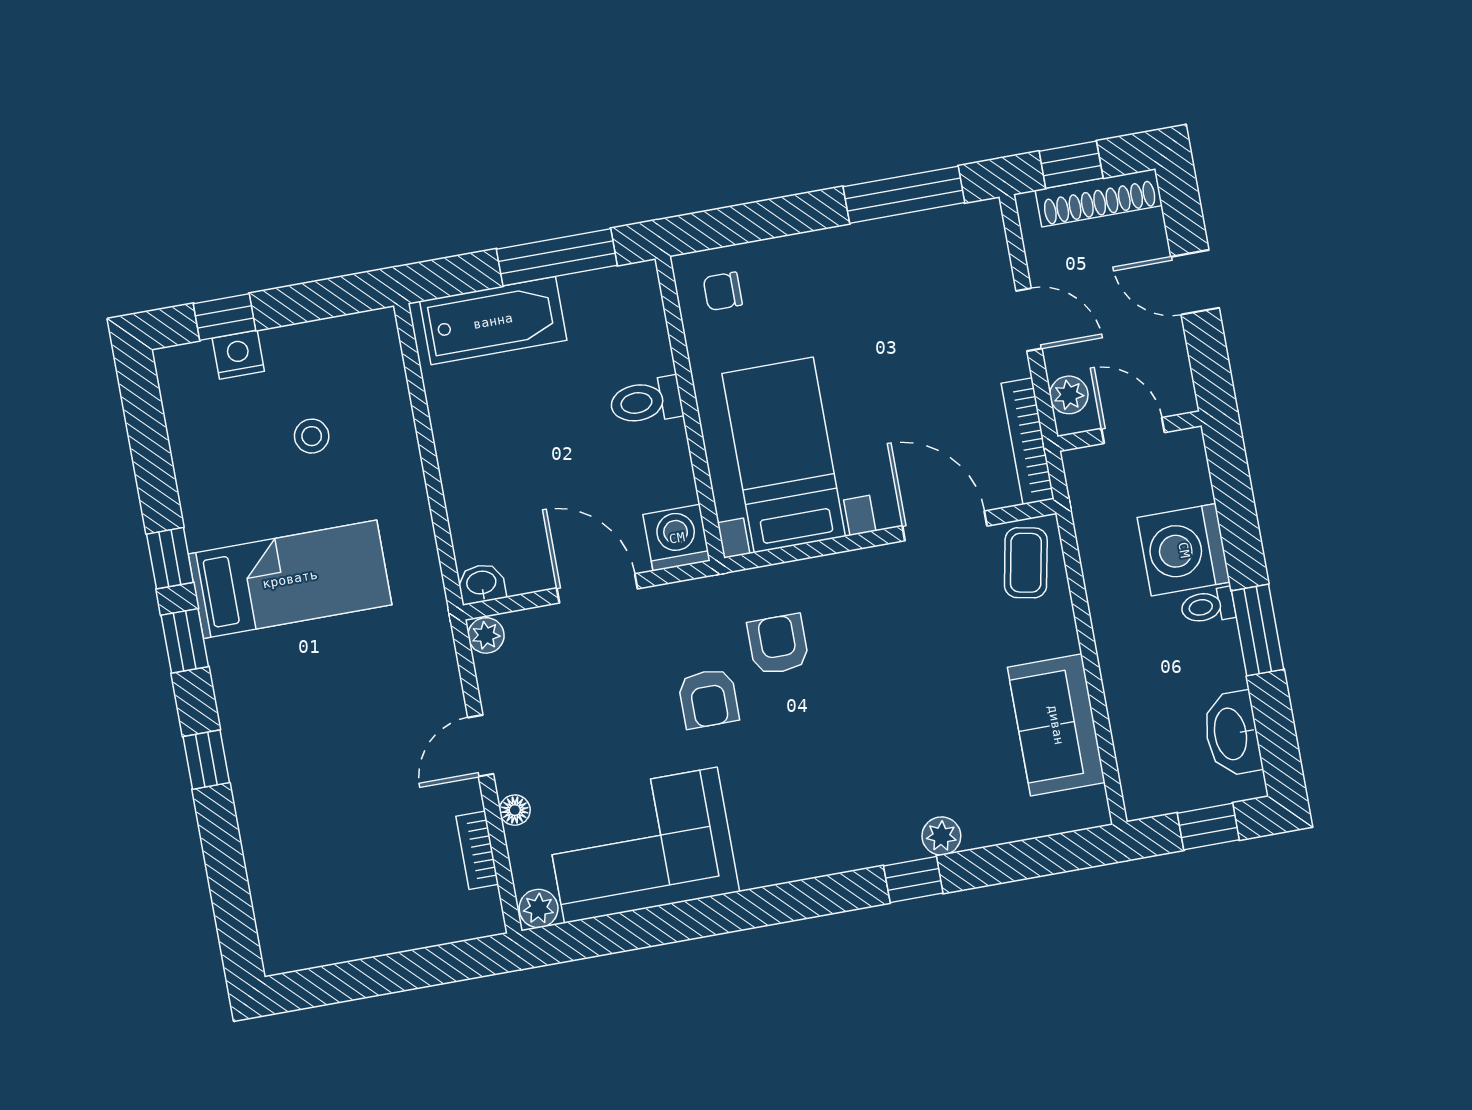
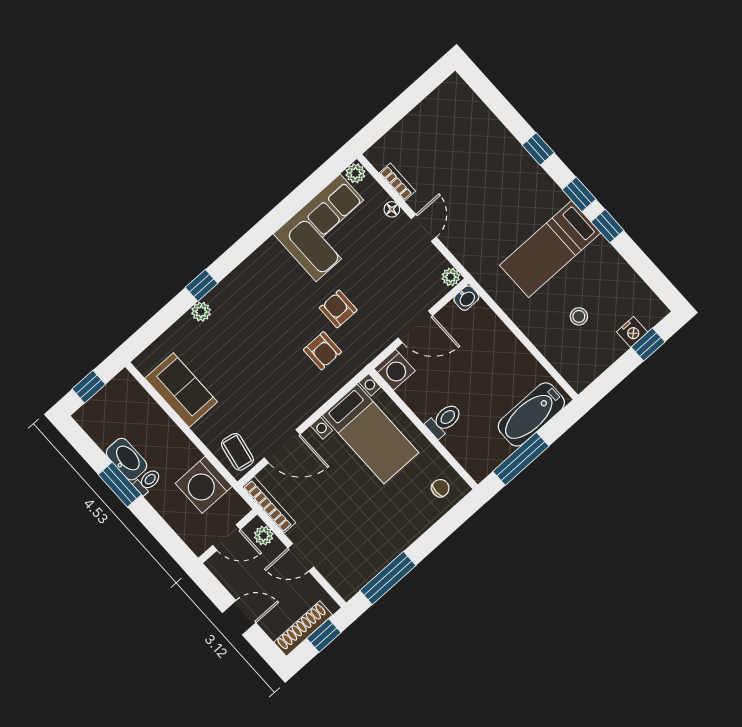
washing machine: (1184, 550) -> (204, 485), moved, turned 180
washbasin: (1232, 734) -> (127, 459), moved

